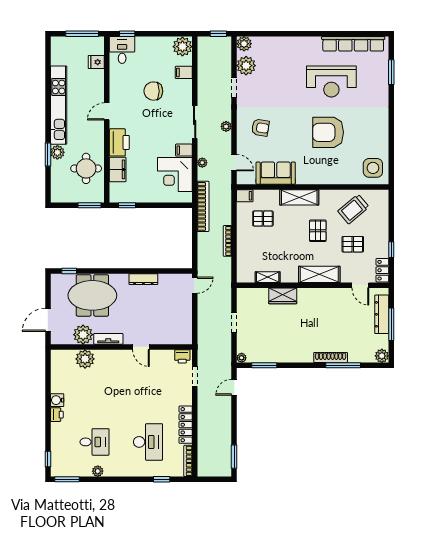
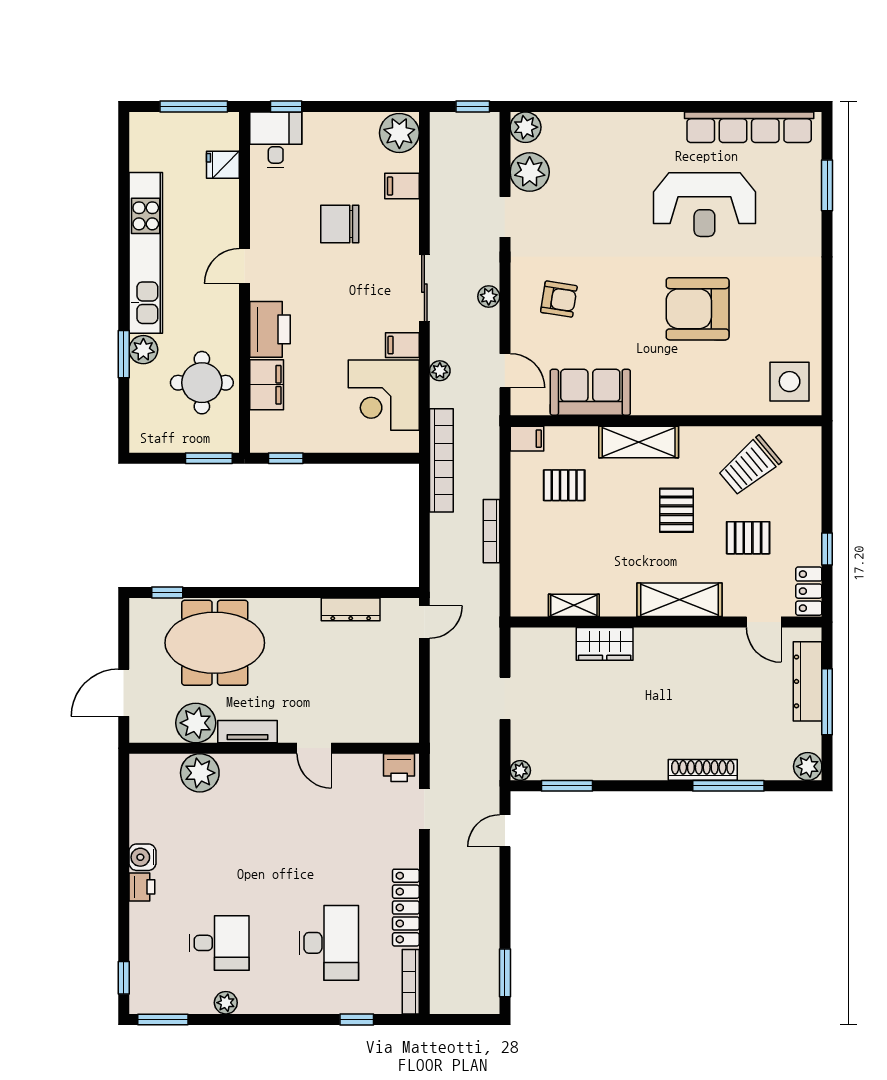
dresser: (143, 279) -> (351, 609), moved

